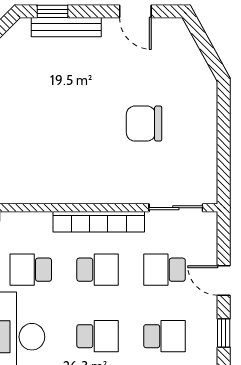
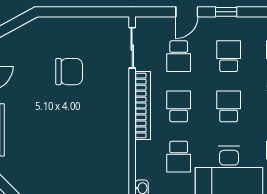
chair: (144, 124) -> (69, 72), turned -90

